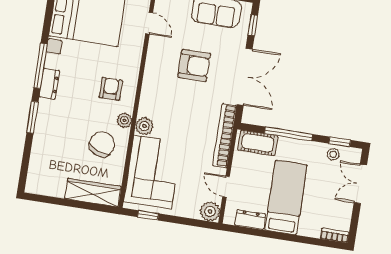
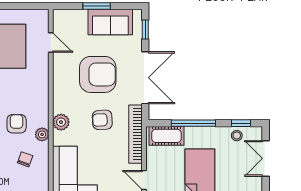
armchair: (194, 65) -> (98, 74), width x1.36, depth x1.36
armchair: (111, 89) -> (17, 124), moved
armchair: (191, 115) -> (102, 120), added
plant: (144, 126) -> (61, 122), moved
chair: (102, 144) -> (25, 159), width x0.54, depth x0.54

